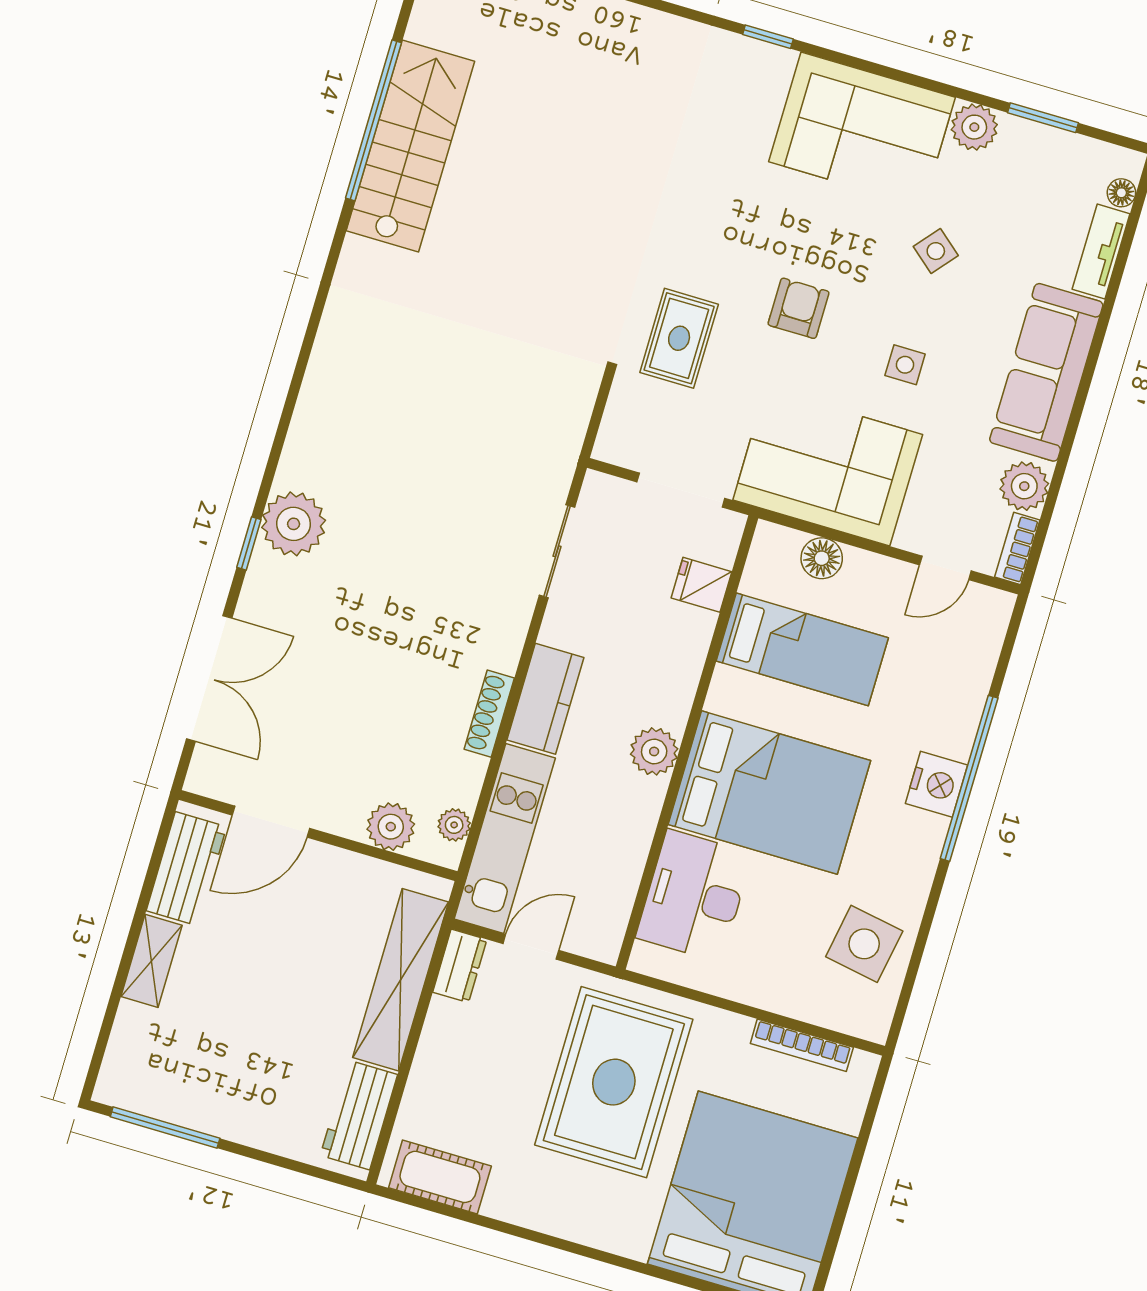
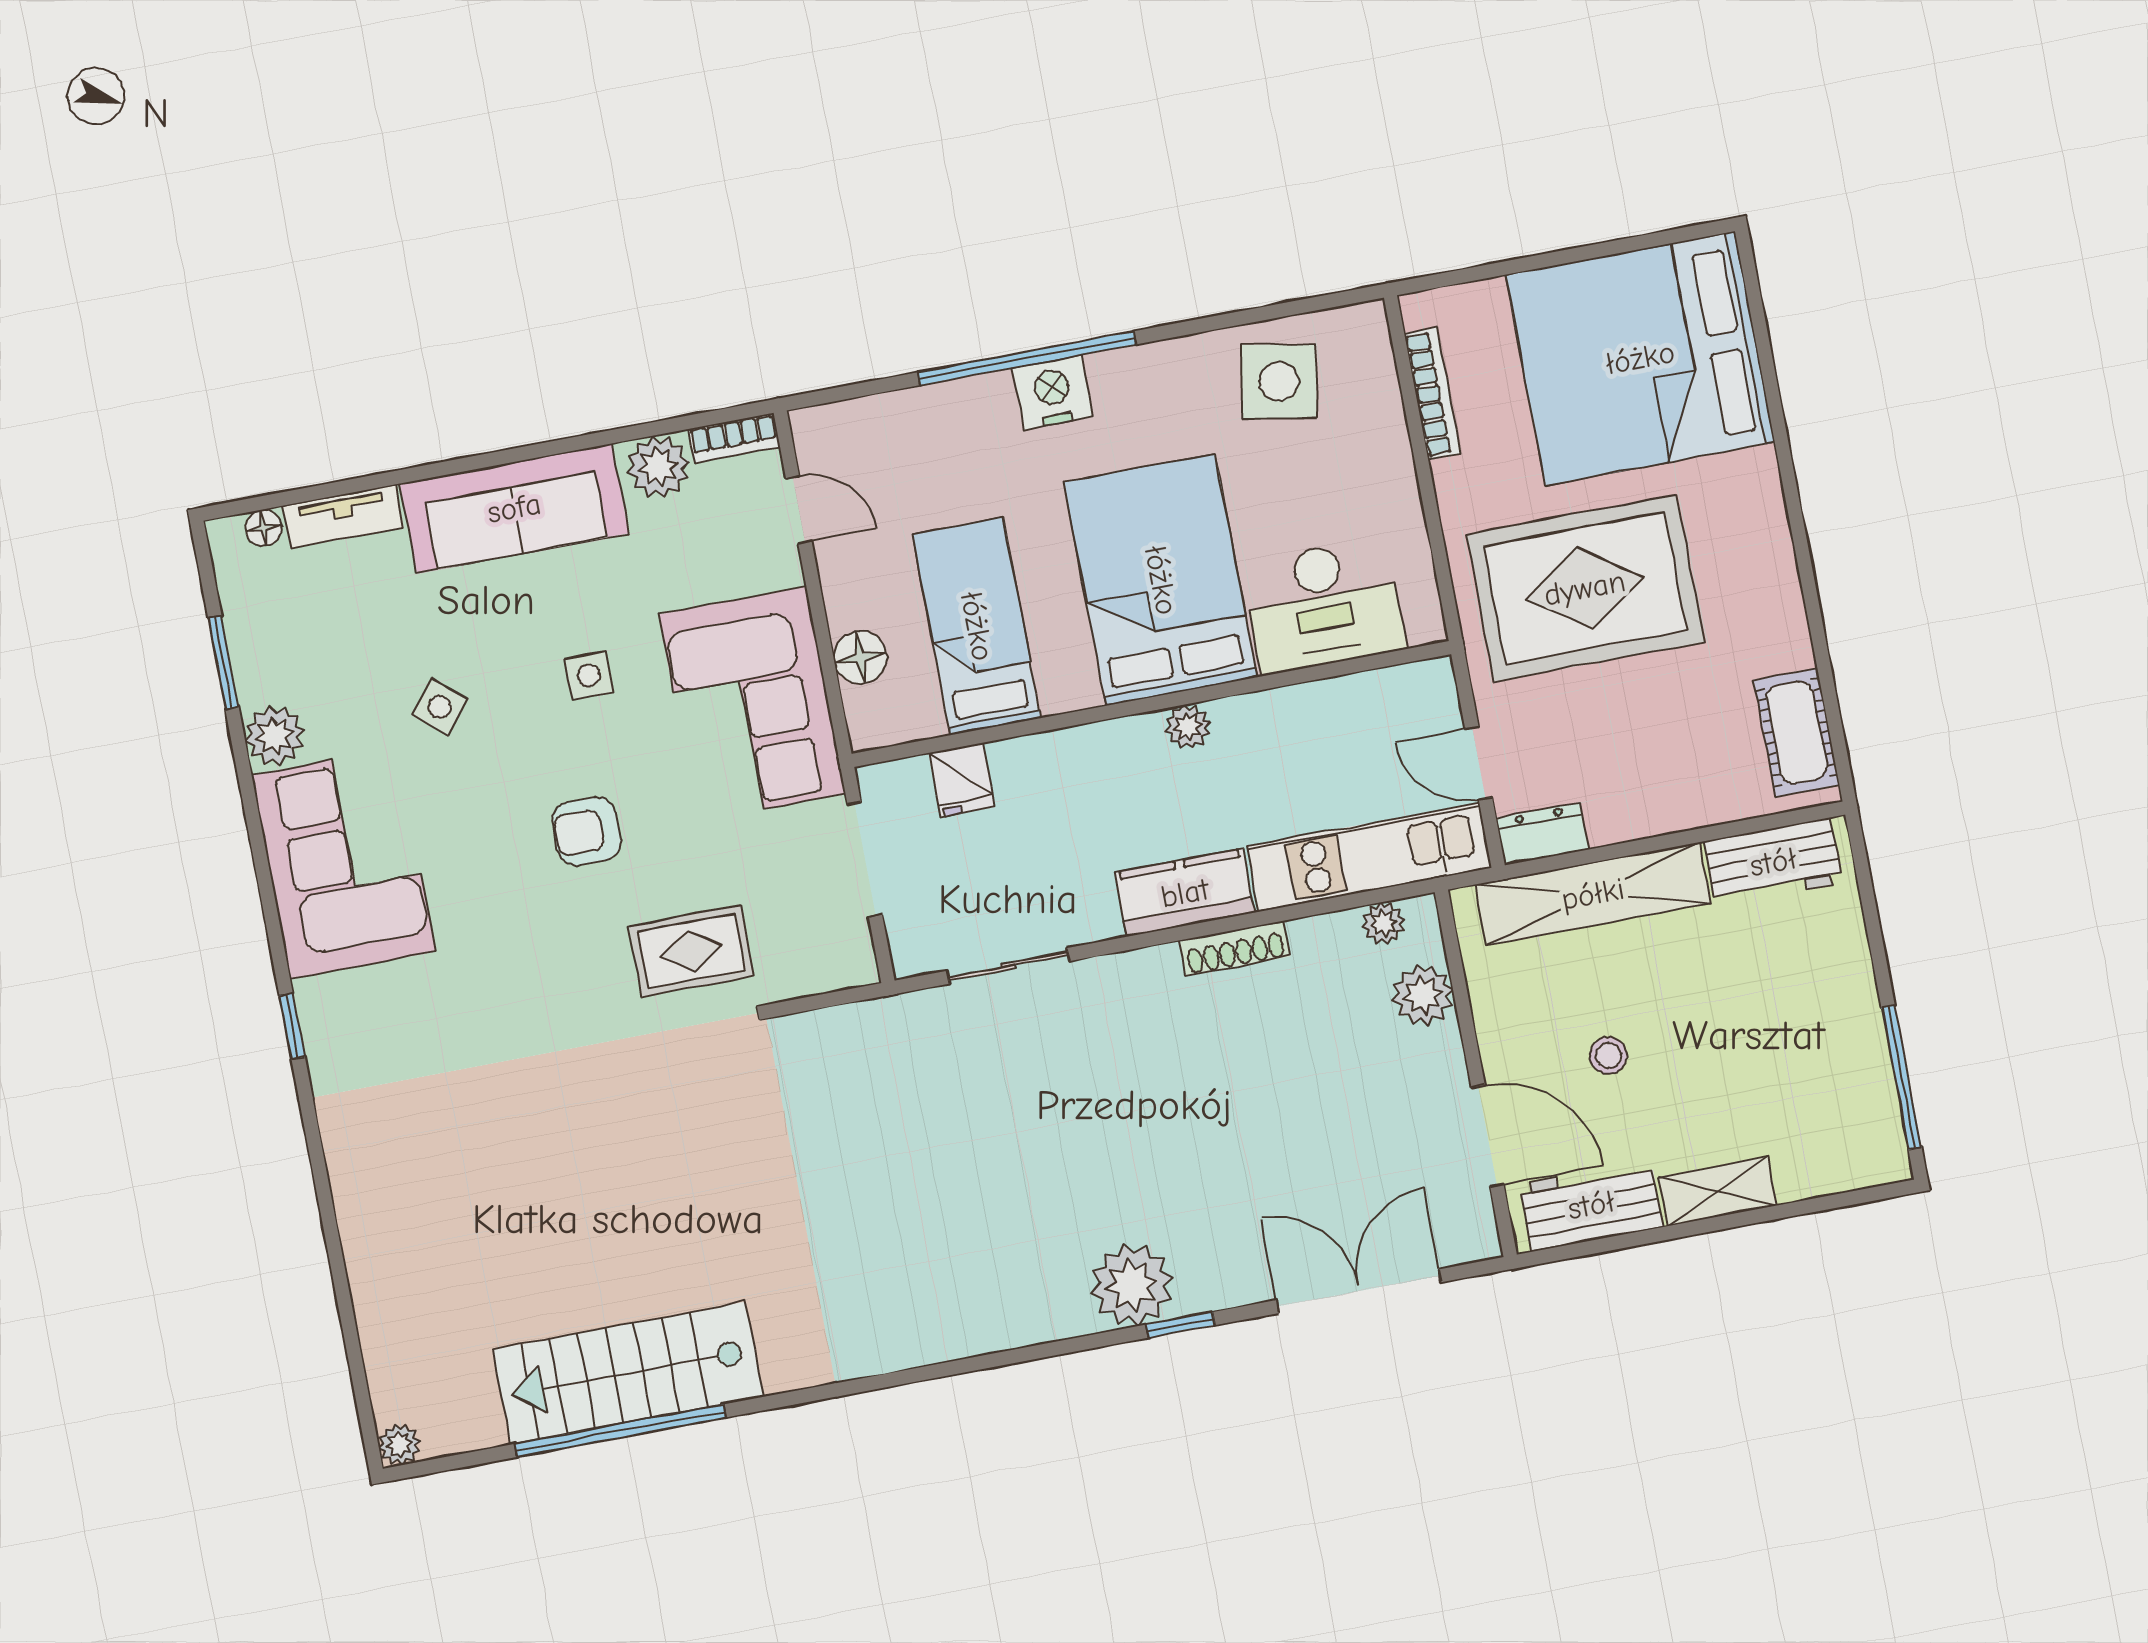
plant: (654, 751) -> (1188, 727), width x0.73, depth x0.73
stool: (284, 933) -> (1608, 1055), added

